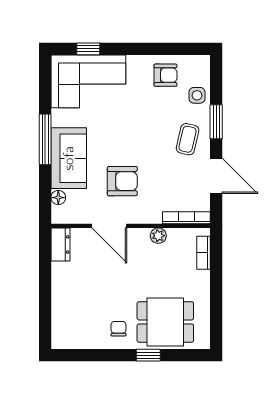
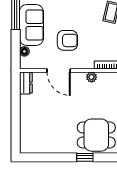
chair: (119, 329) -> (65, 140), removed

